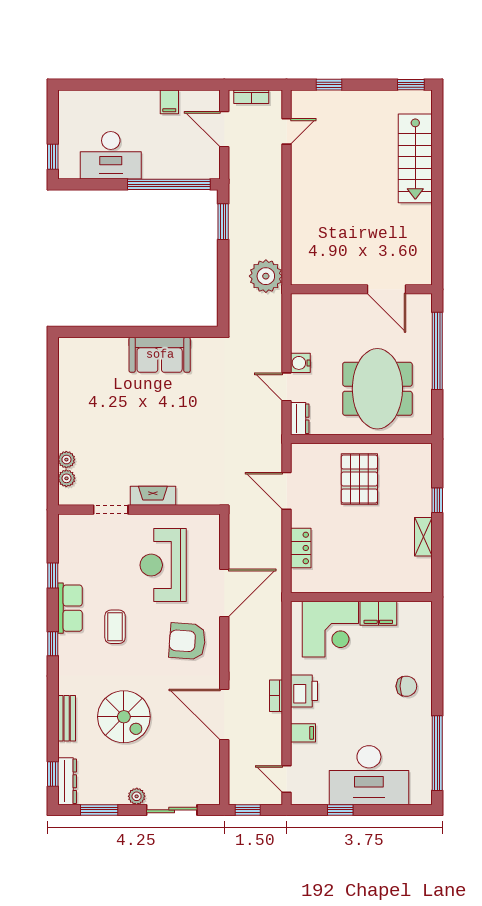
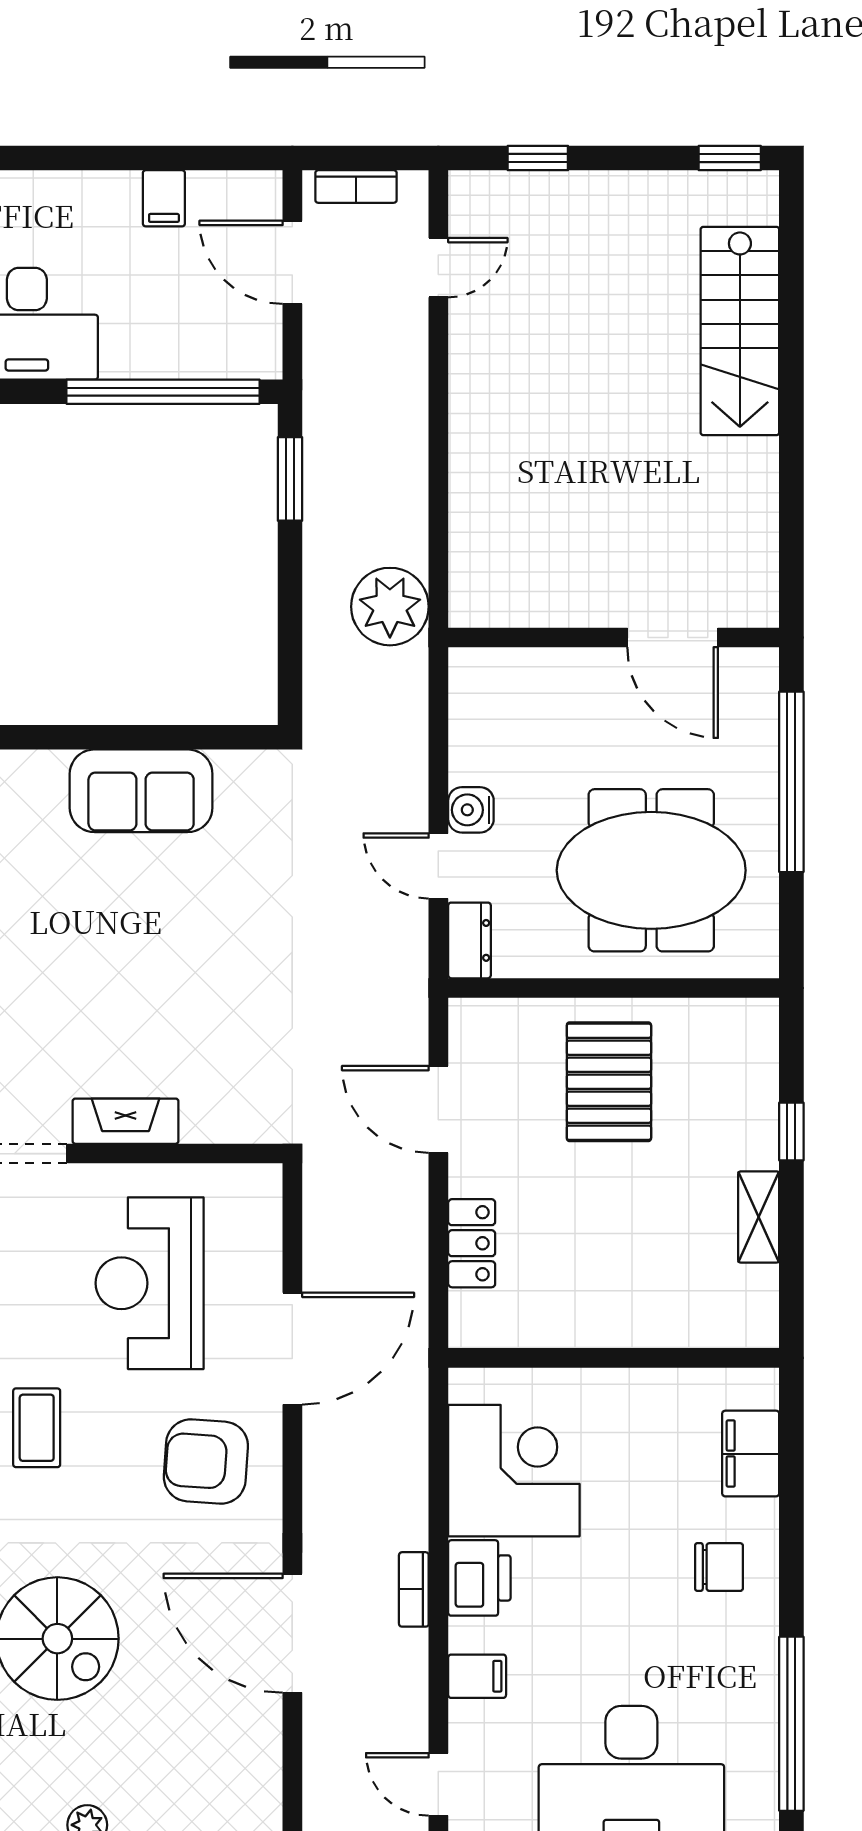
meeting table: (377, 389) -> (651, 870), turned 90
filing cabinet: (378, 613) -> (751, 1454), moved, turned 90
corner desk: (330, 629) -> (514, 1471), moved, turned -90

